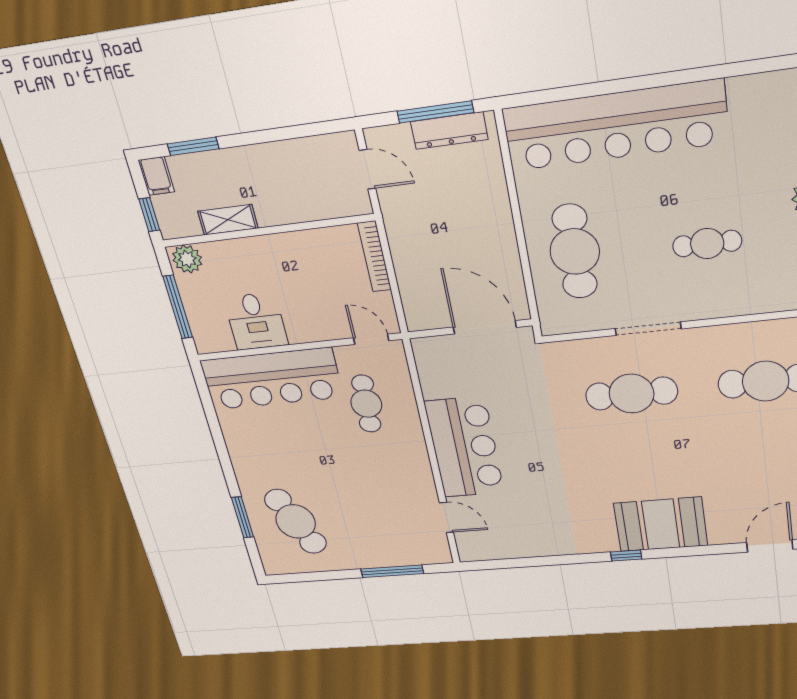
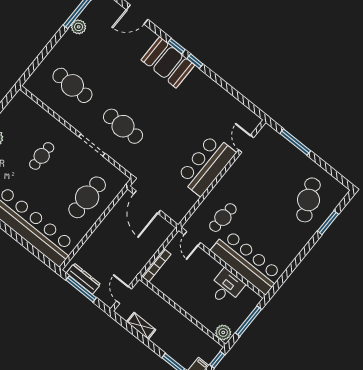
shelving: (228, 220) -> (141, 326), moved
cafe table: (707, 244) -> (42, 156), turned 90
window: (672, 553) -> (176, 46), added

